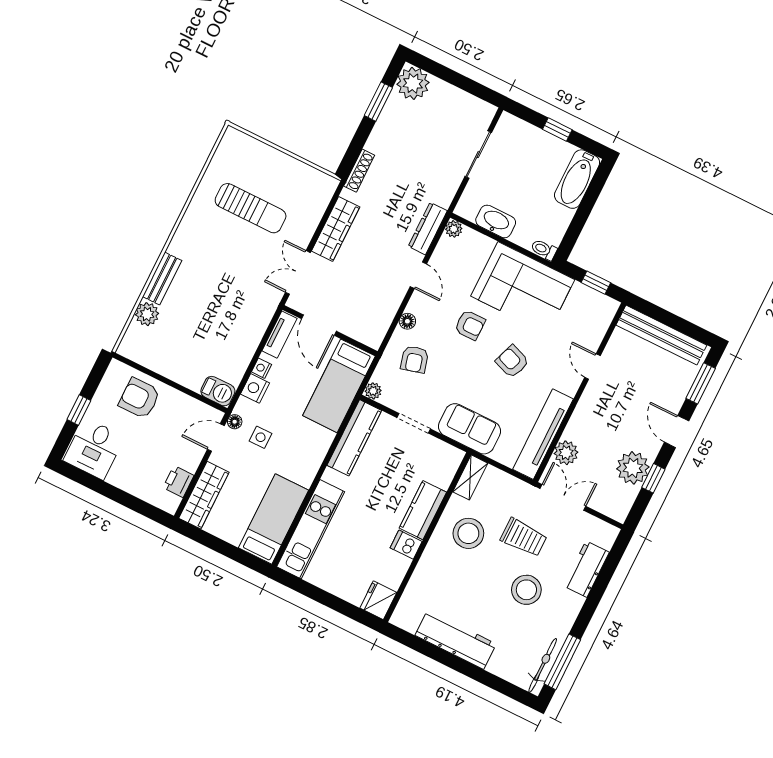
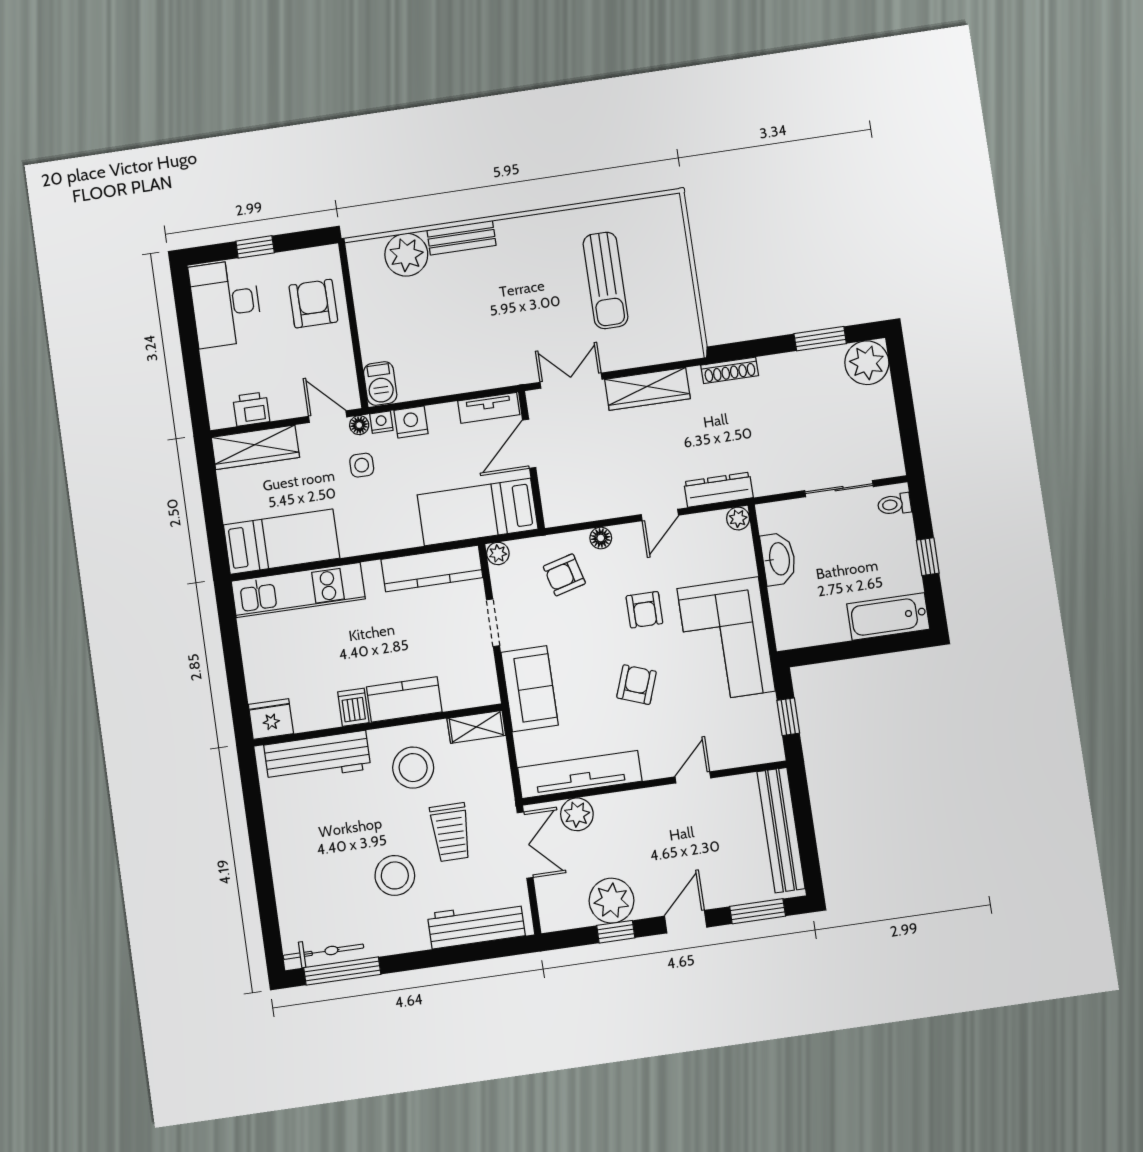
toilet: (544, 250) -> (894, 504), moved, turned -90
plant: (147, 314) -> (406, 255), width x1.36, depth x1.36
nightstand: (262, 368) -> (381, 422), moved
desk: (94, 449) -> (226, 303), width x1.37
workbench: (586, 569) -> (476, 925), width x1.38
workbench: (456, 640) -> (317, 757), moved, turned 90

